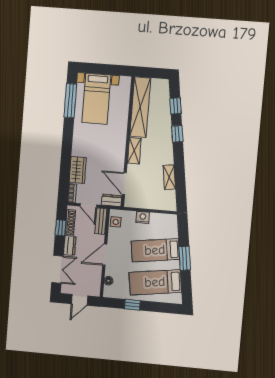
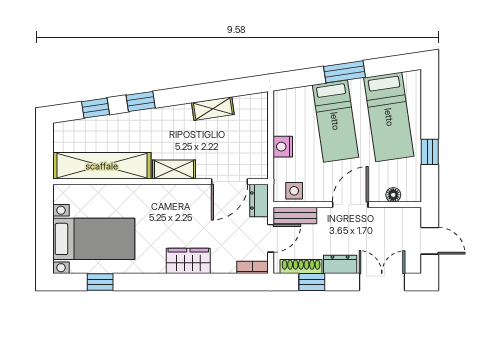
window: (70, 101) -> (100, 282), width x0.46
wardrobe: (78, 170) -> (188, 261), moved
door: (105, 255) -> (350, 205), swing flipped

